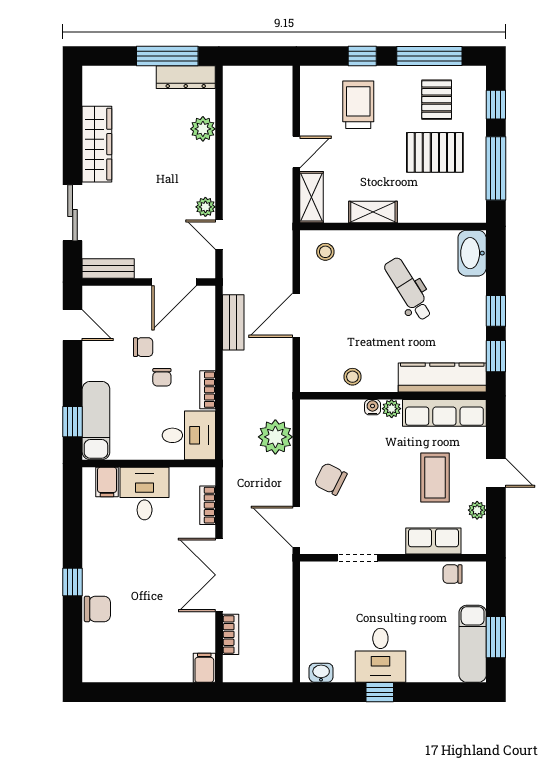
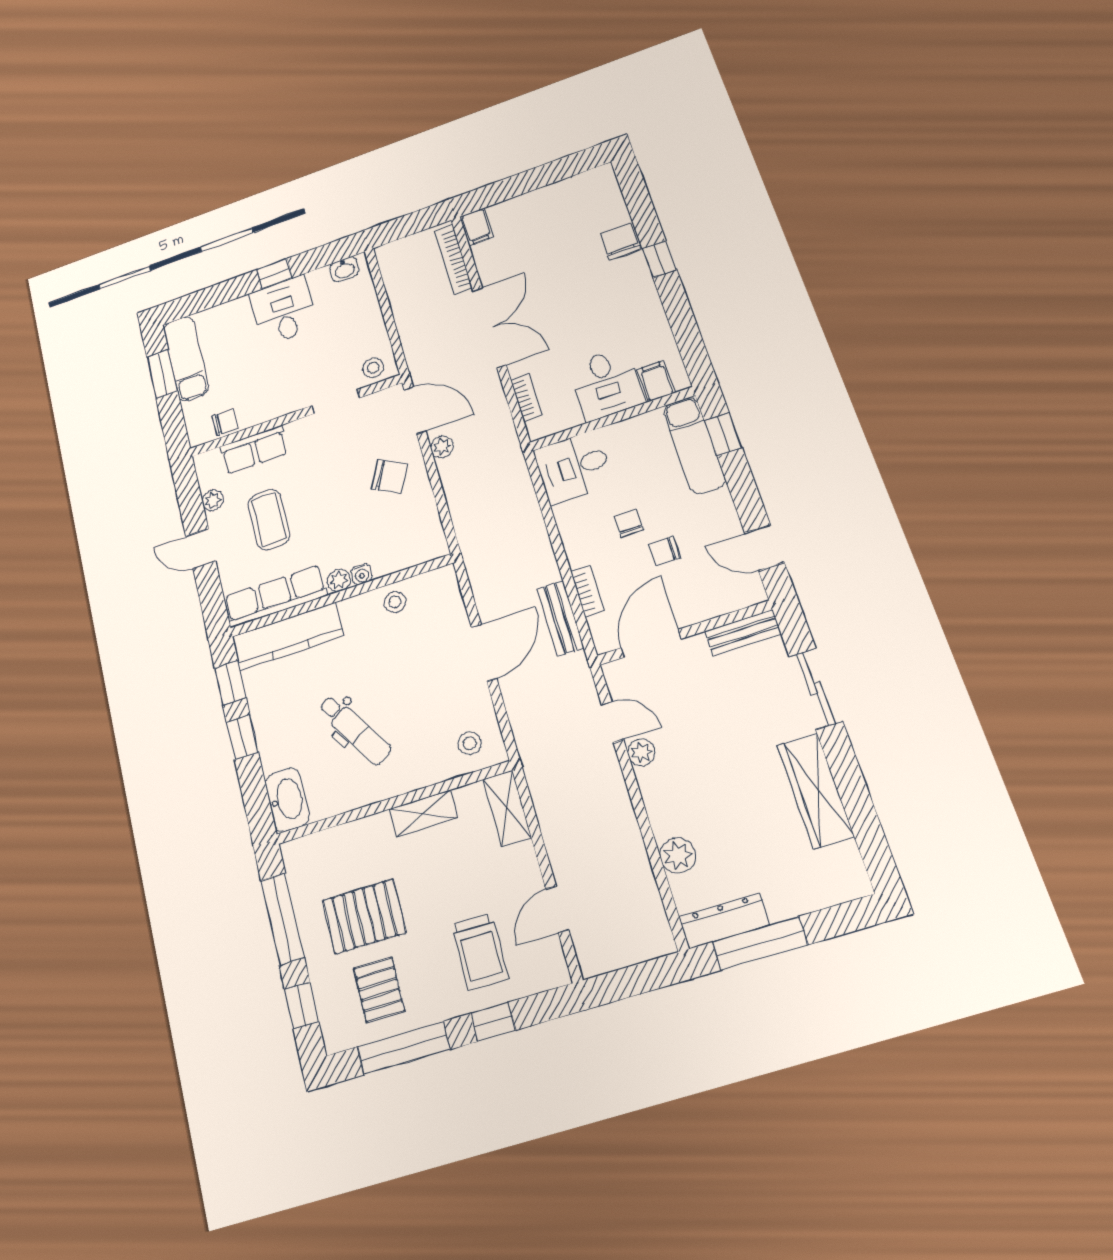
door: (296, 152) -> (557, 909), moved
bookcase: (208, 390) -> (587, 591), moved
plant: (275, 437) -> (442, 447), moved, width x0.53, depth x0.53
stool: (320, 576) -> (373, 368), added
chair: (97, 609) -> (620, 242), turned 90
bookcase: (231, 634) -> (453, 260), width x1.56

